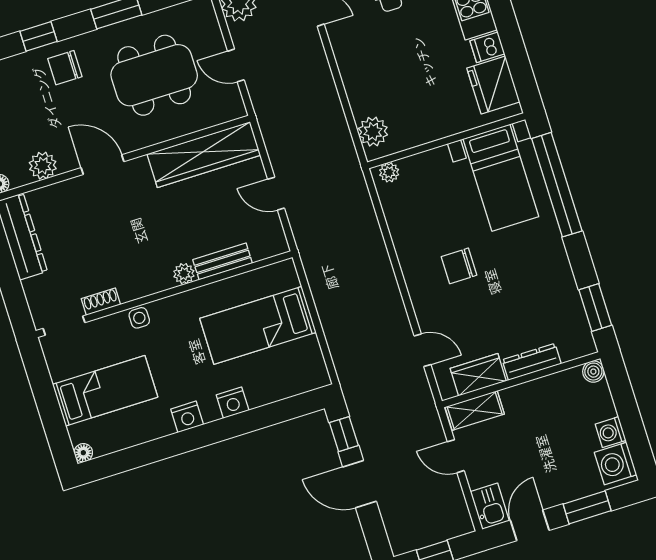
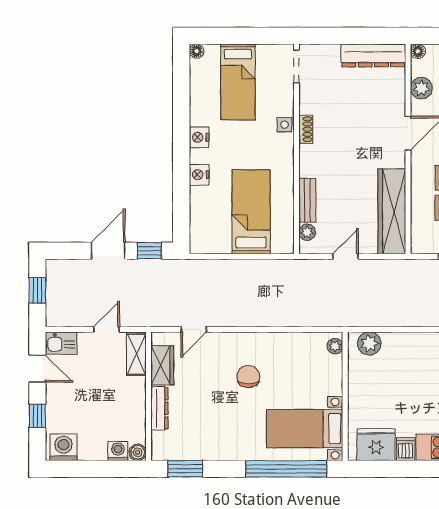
plant: (184, 274) -> (307, 232), moved
shoe rack: (101, 302) -> (306, 129), moved
washing machine: (611, 432) -> (118, 451), moved
window: (587, 507) -> (37, 416), width x0.67

